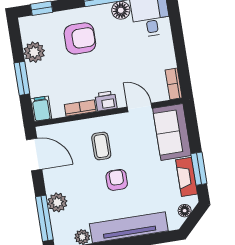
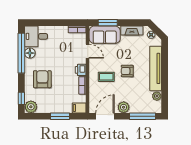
plant: (34, 52) -> (31, 107), moved
door: (140, 107) -> (88, 51), swing flipped
window: (199, 169) -> (108, 23), moved
plant: (57, 202) -> (124, 107), moved

